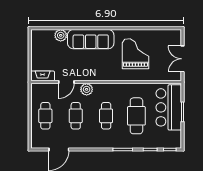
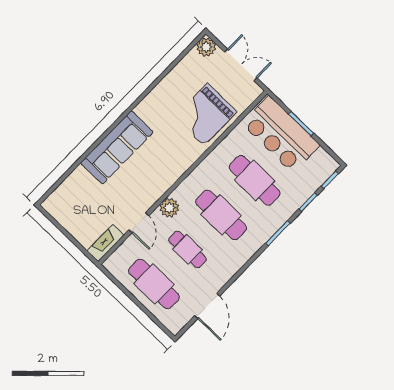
plant: (61, 35) -> (206, 47), moved
grand piano: (135, 54) -> (206, 115), moved, turned -90
double door: (182, 59) -> (241, 65), swing flipped
cafe table: (45, 116) -> (154, 284), width x1.37, depth x1.35
cafe table: (106, 116) -> (221, 215), width x1.37, depth x1.35

